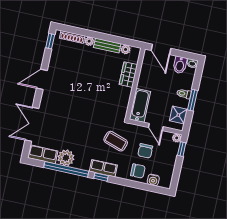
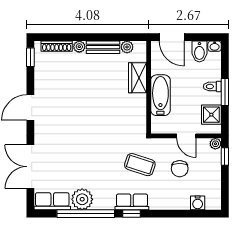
bathtub: (140, 105) -> (160, 95), moved
chair: (138, 171) -> (176, 196), removed

